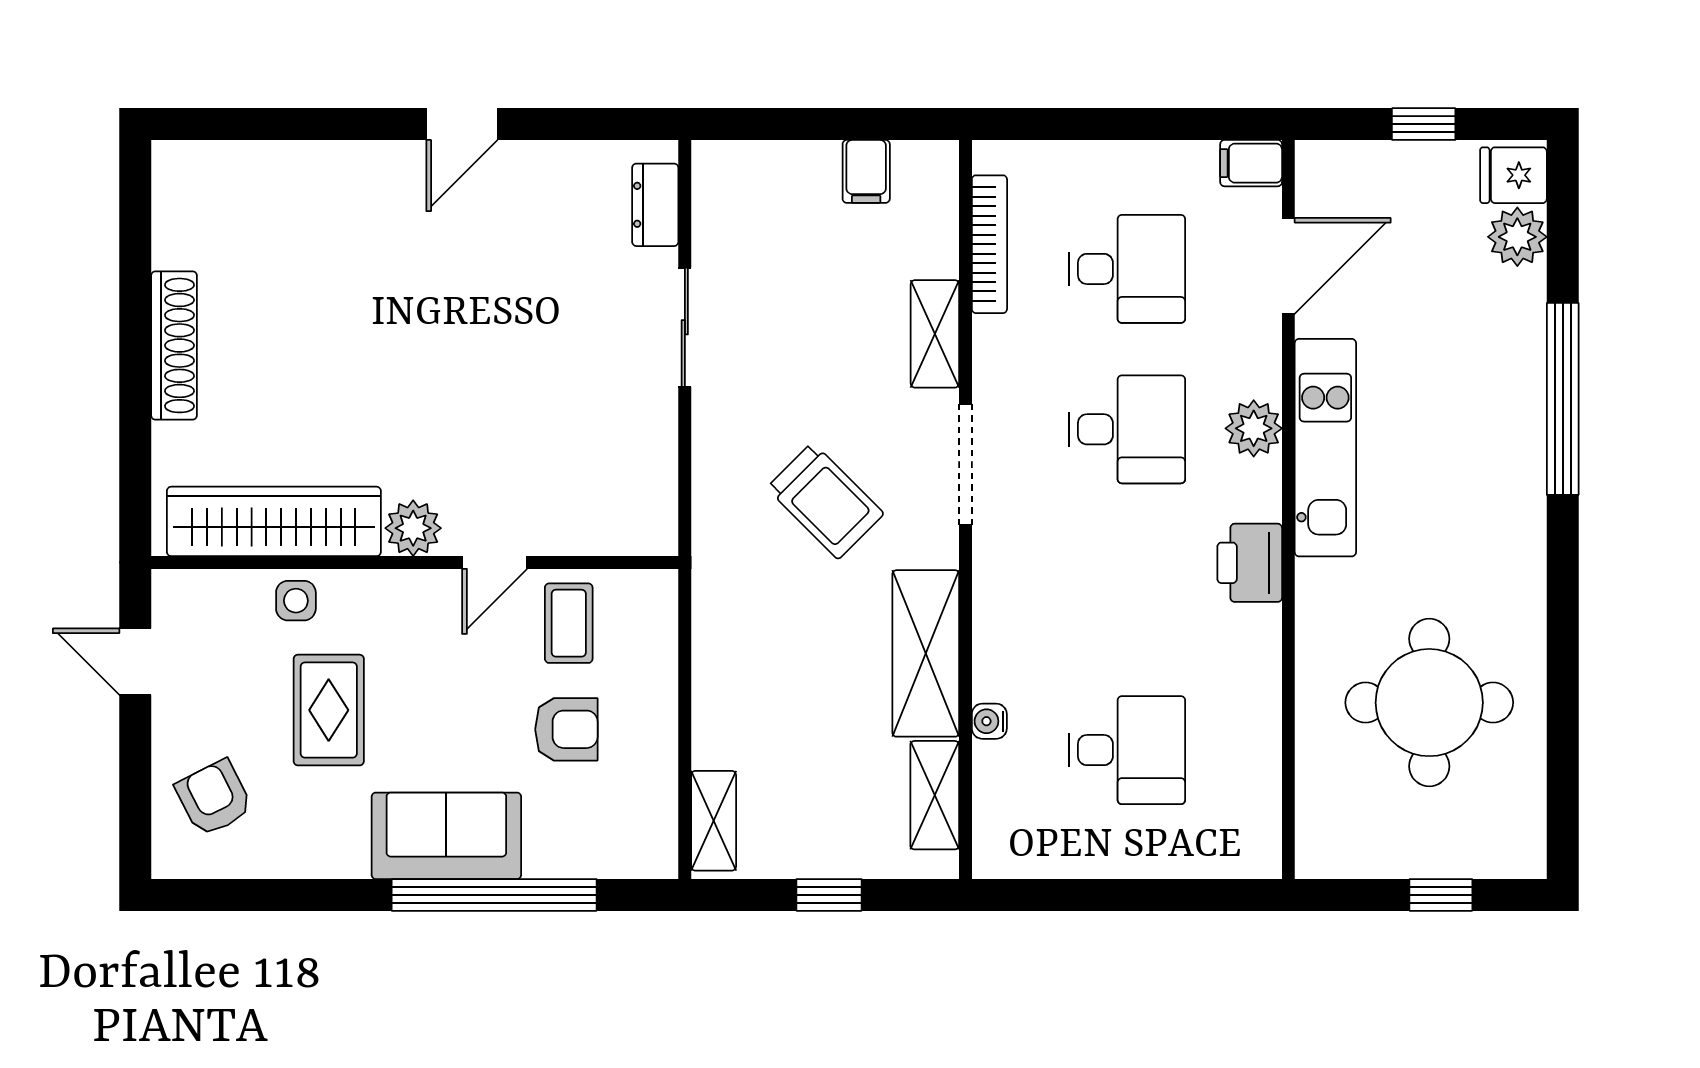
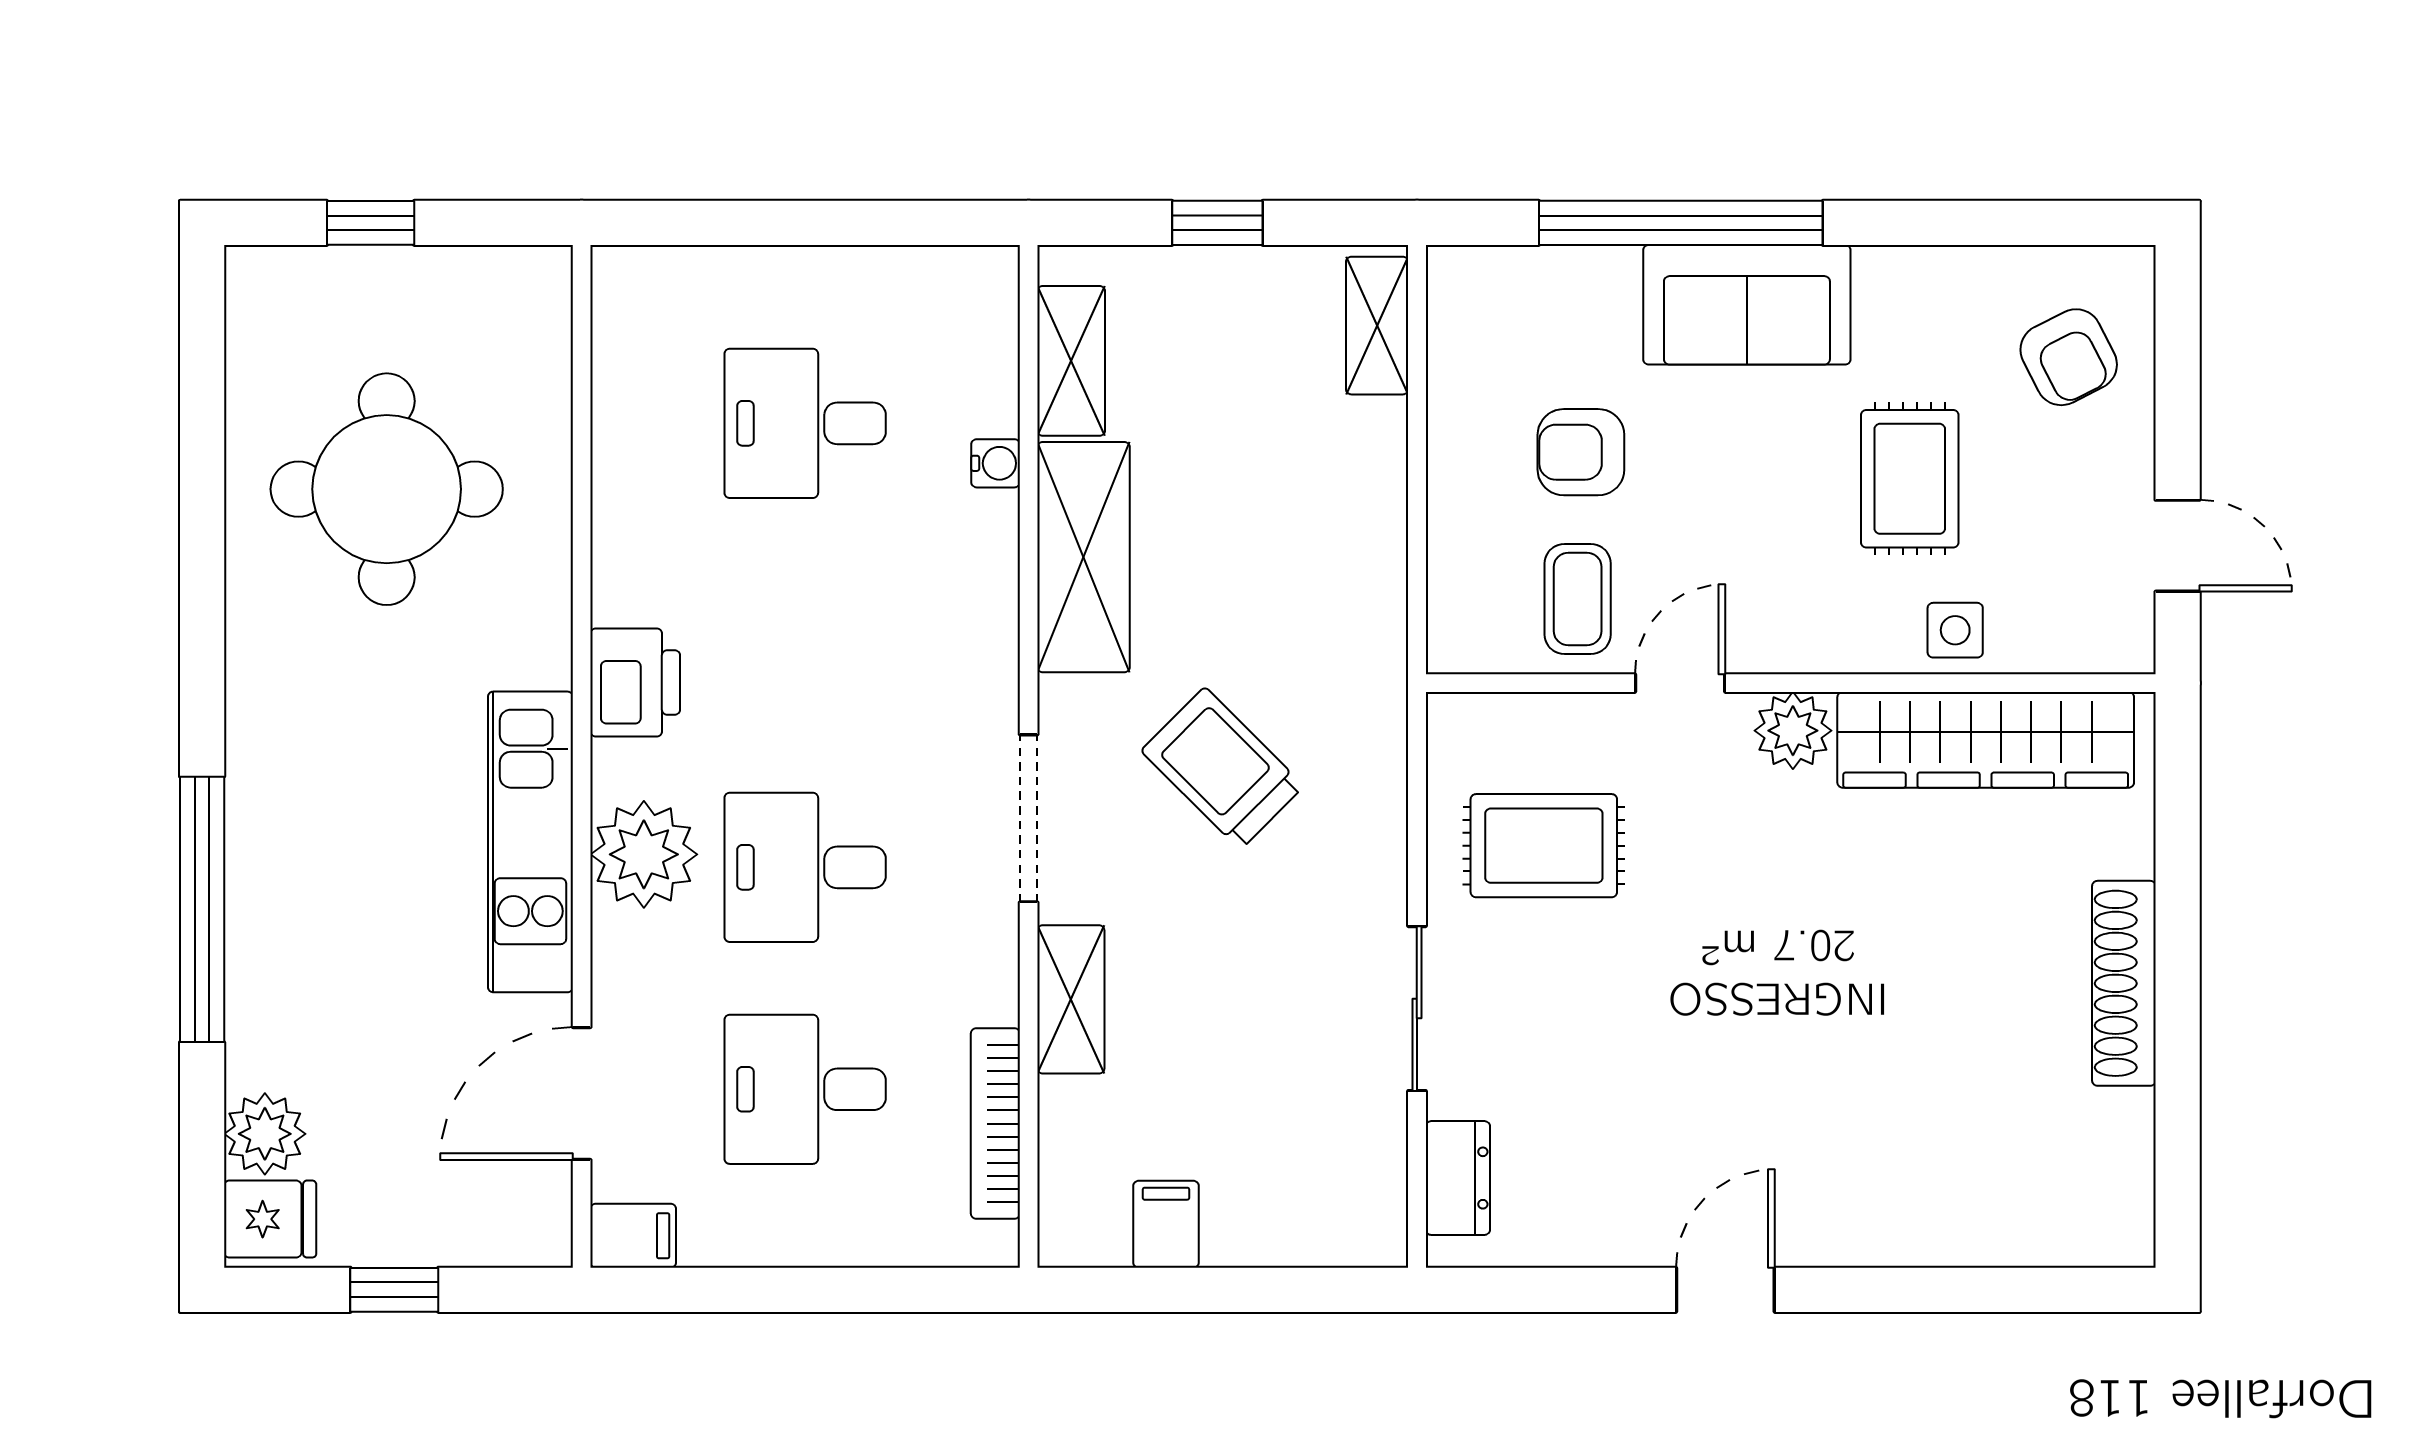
plant: (1254, 428) -> (644, 854), width x1.36, depth x1.36
rug: (593, 445) -> (1544, 846), added

